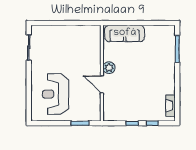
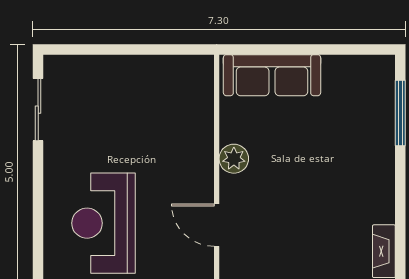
door: (102, 84) -> (217, 225), moved

